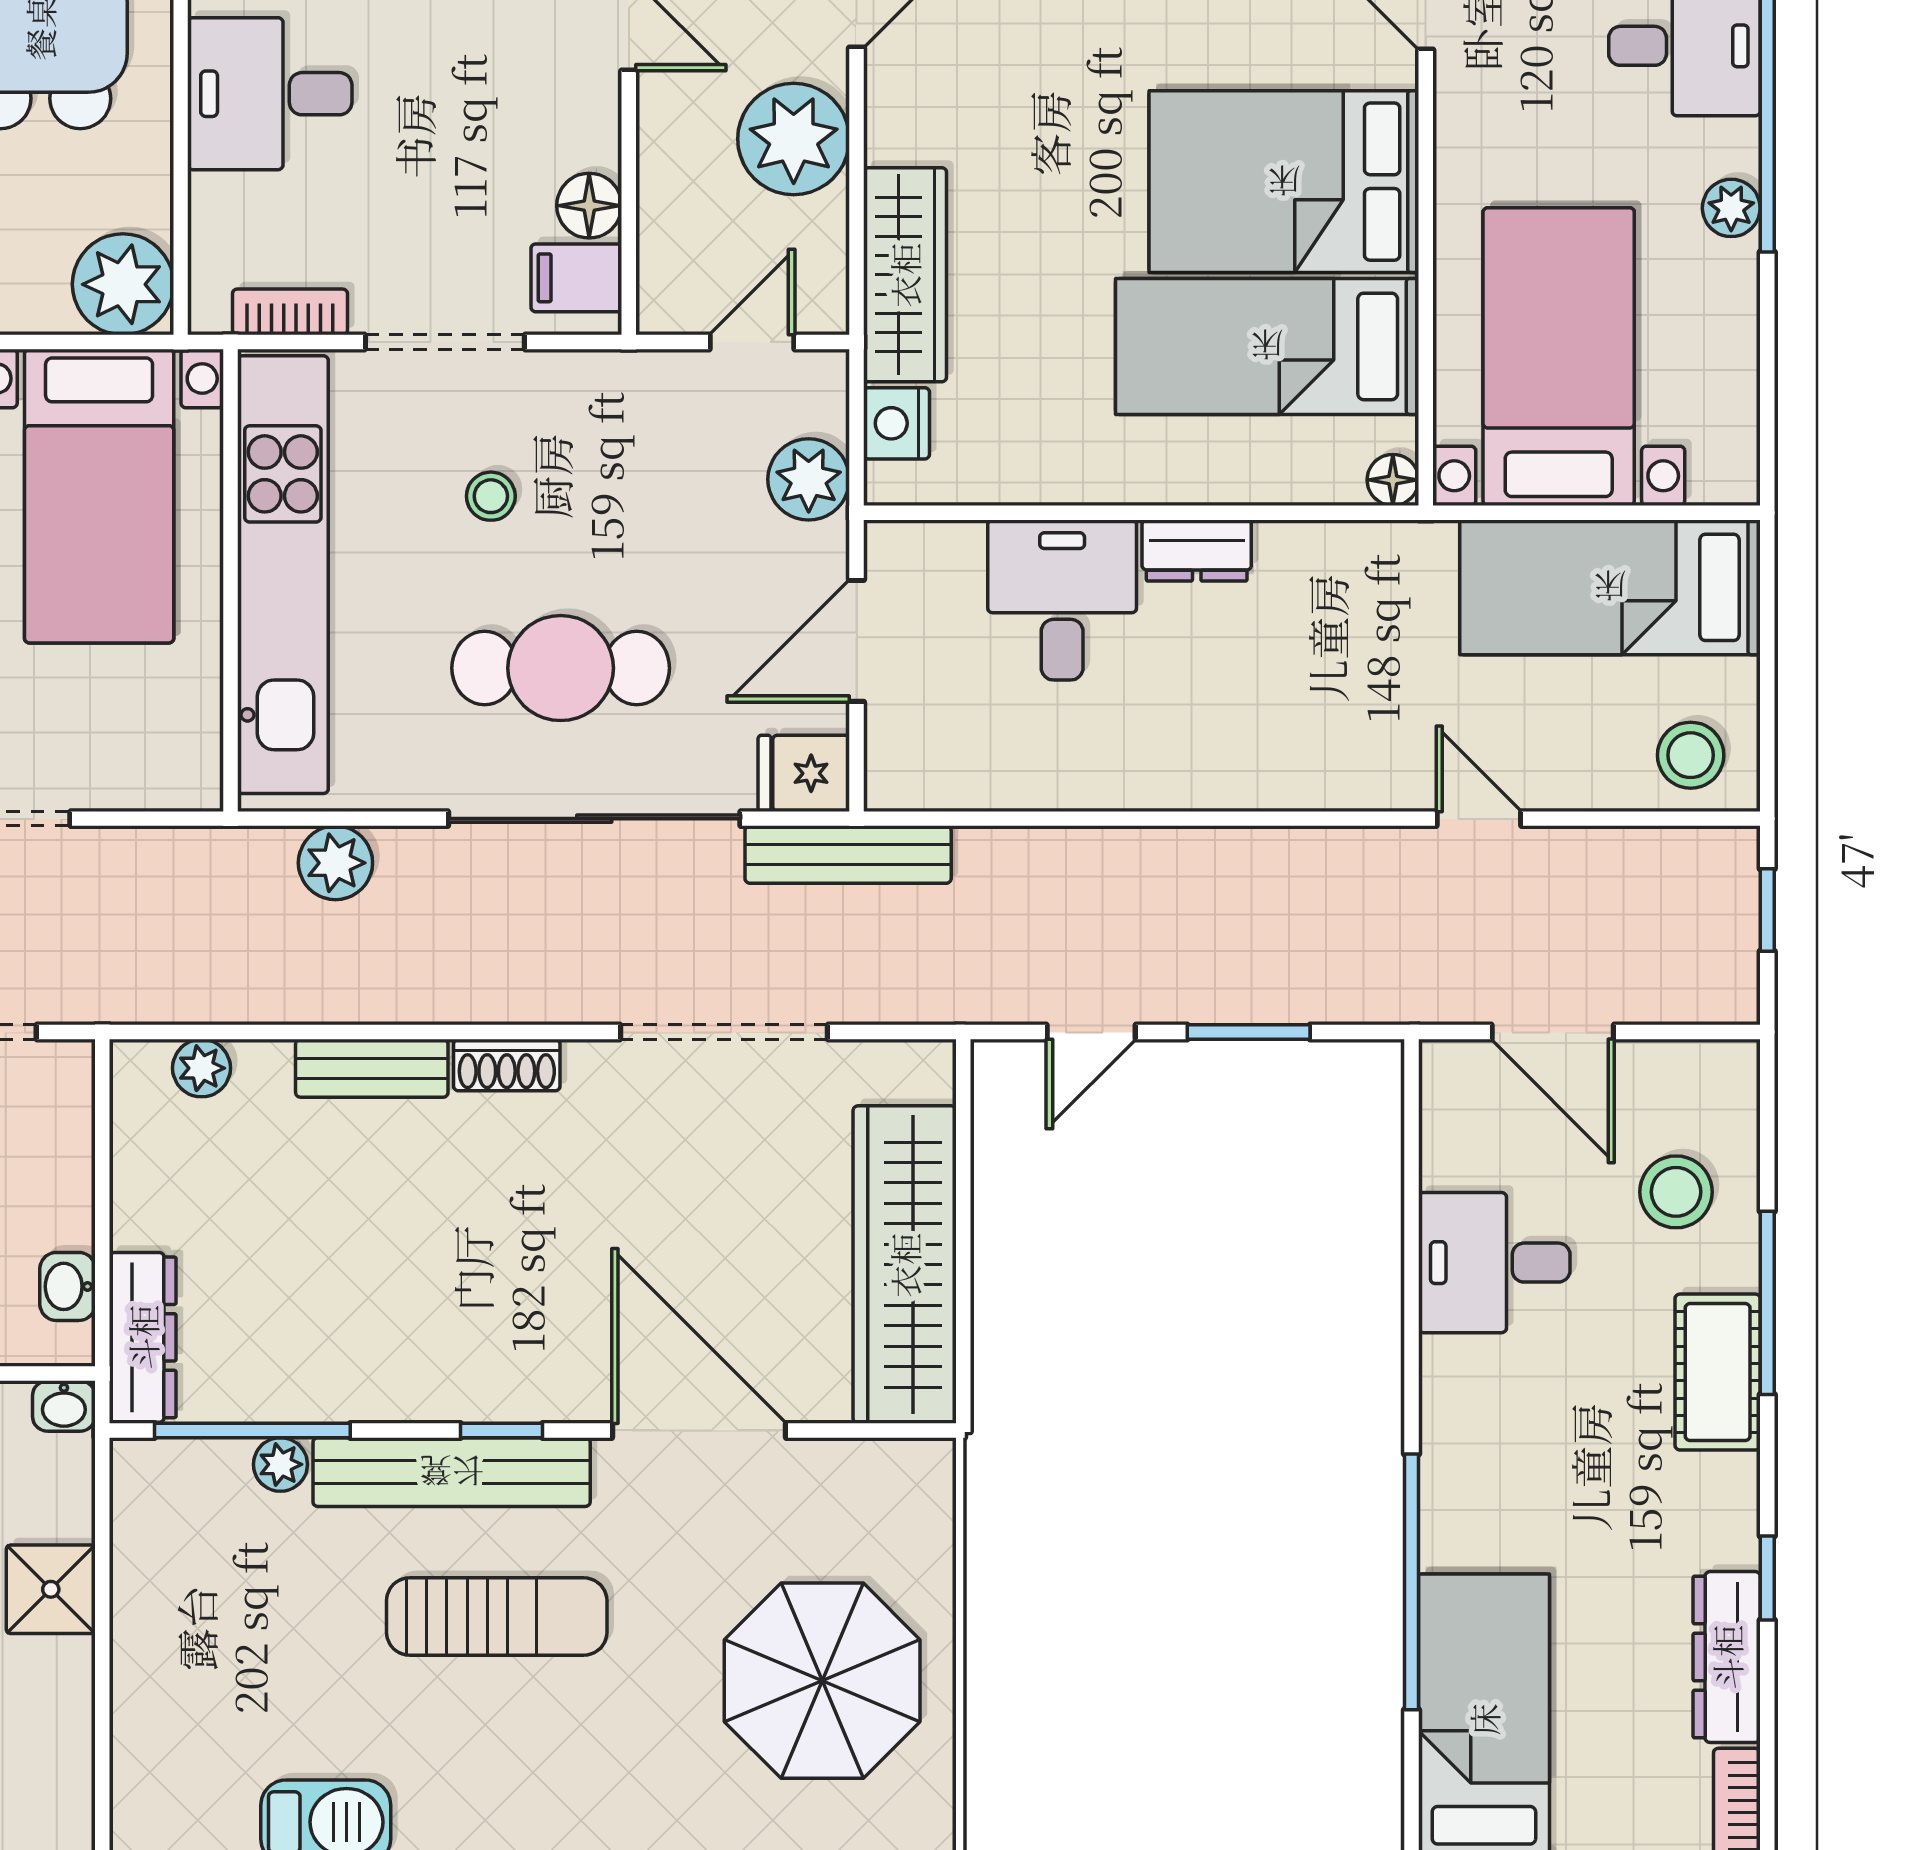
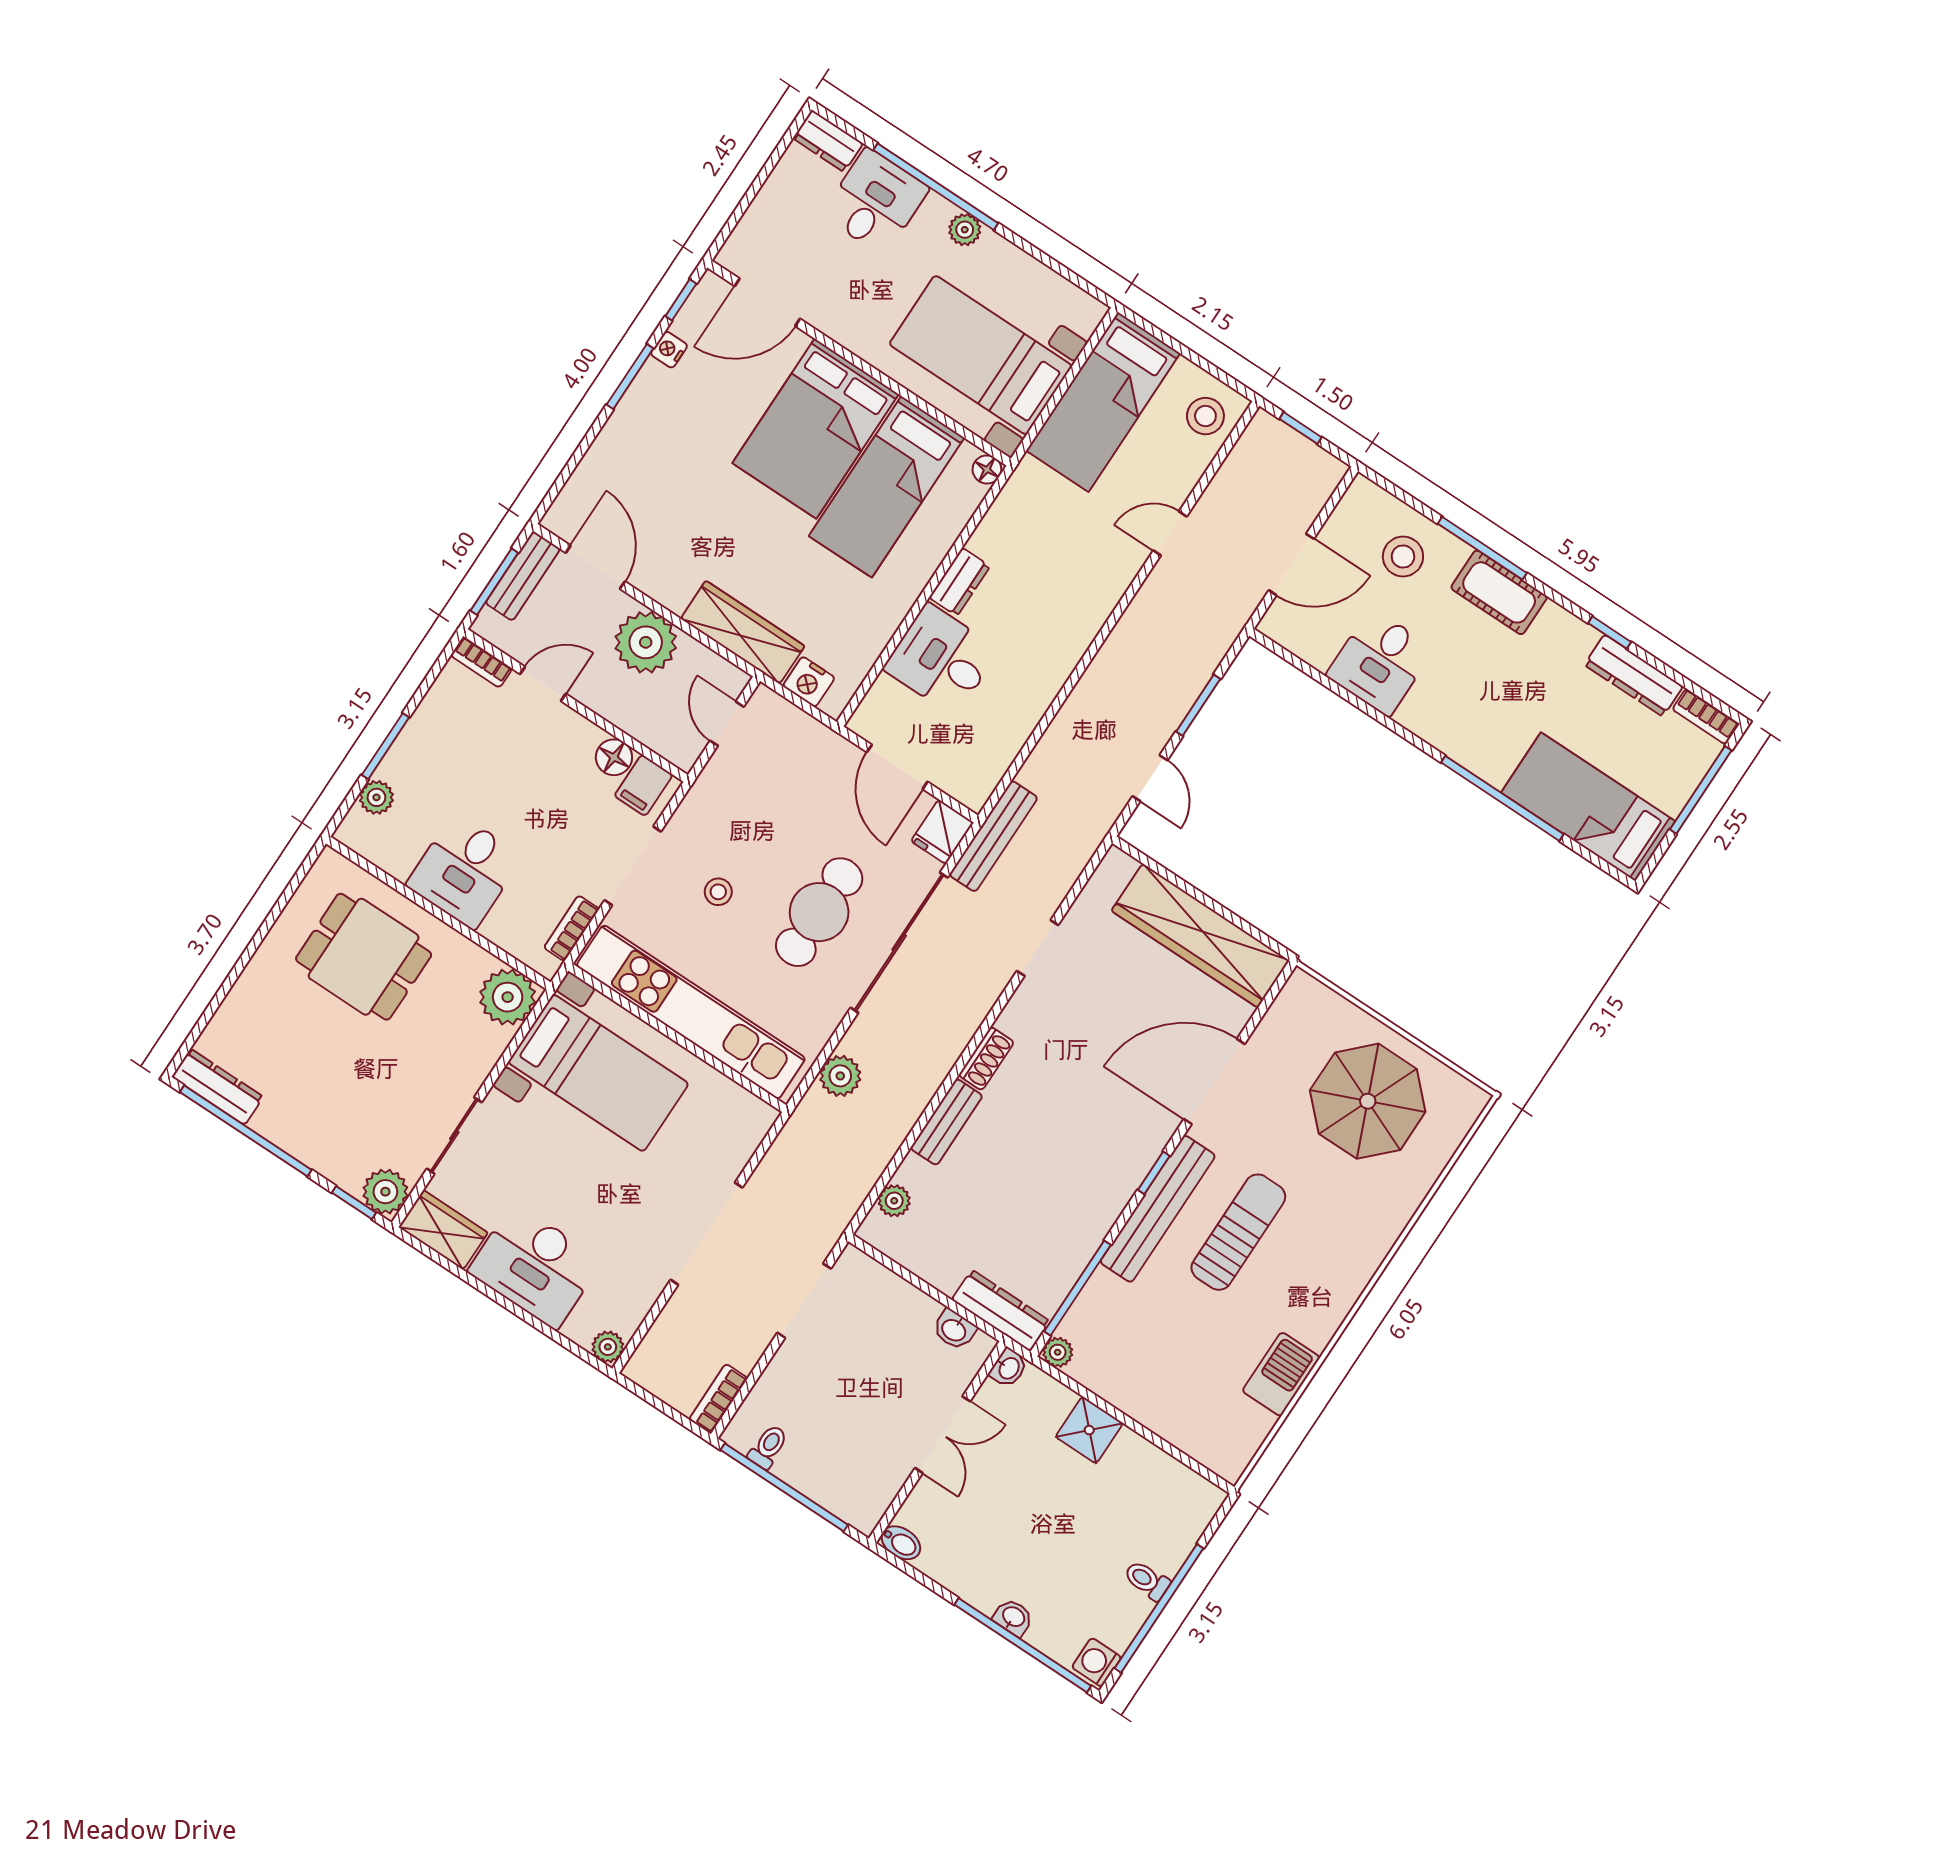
plant: (809, 479) -> (808, 740), removed
doorway: (724, 1032) -> (1038, 948), width x0.53
plant: (280, 1464) -> (1058, 1352), moved

